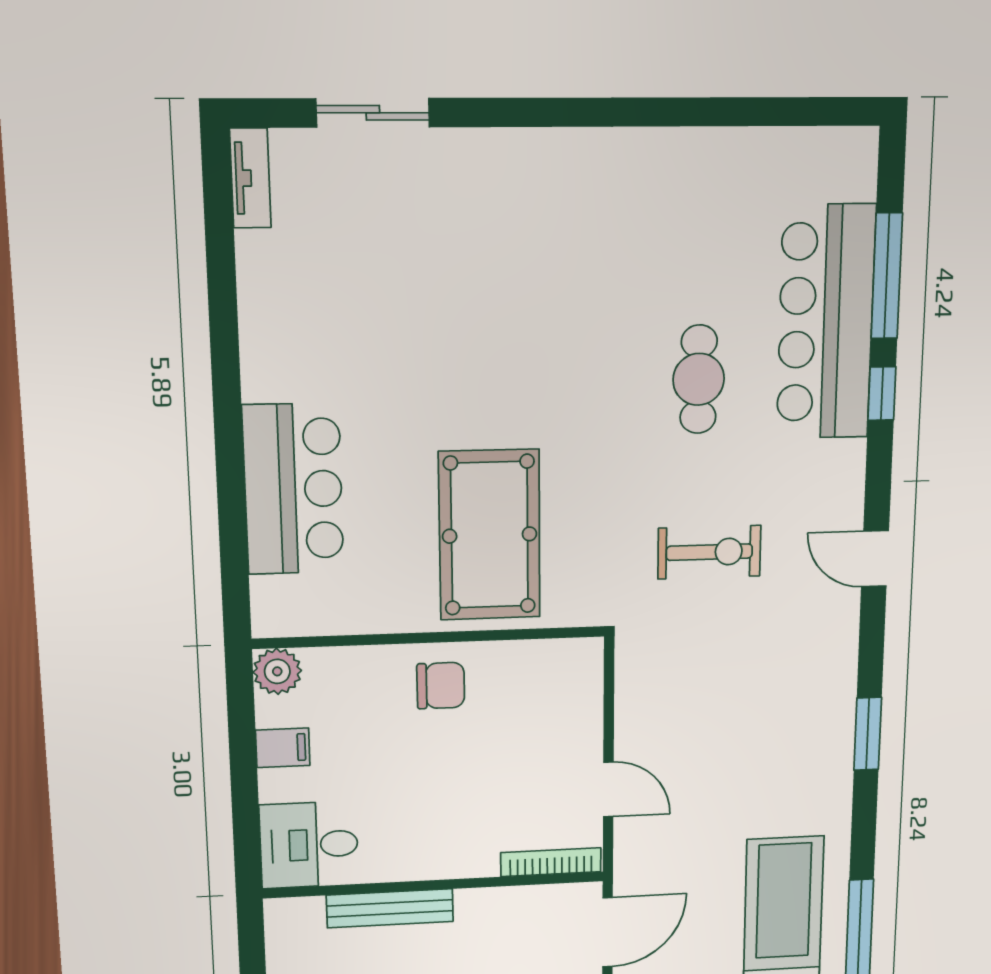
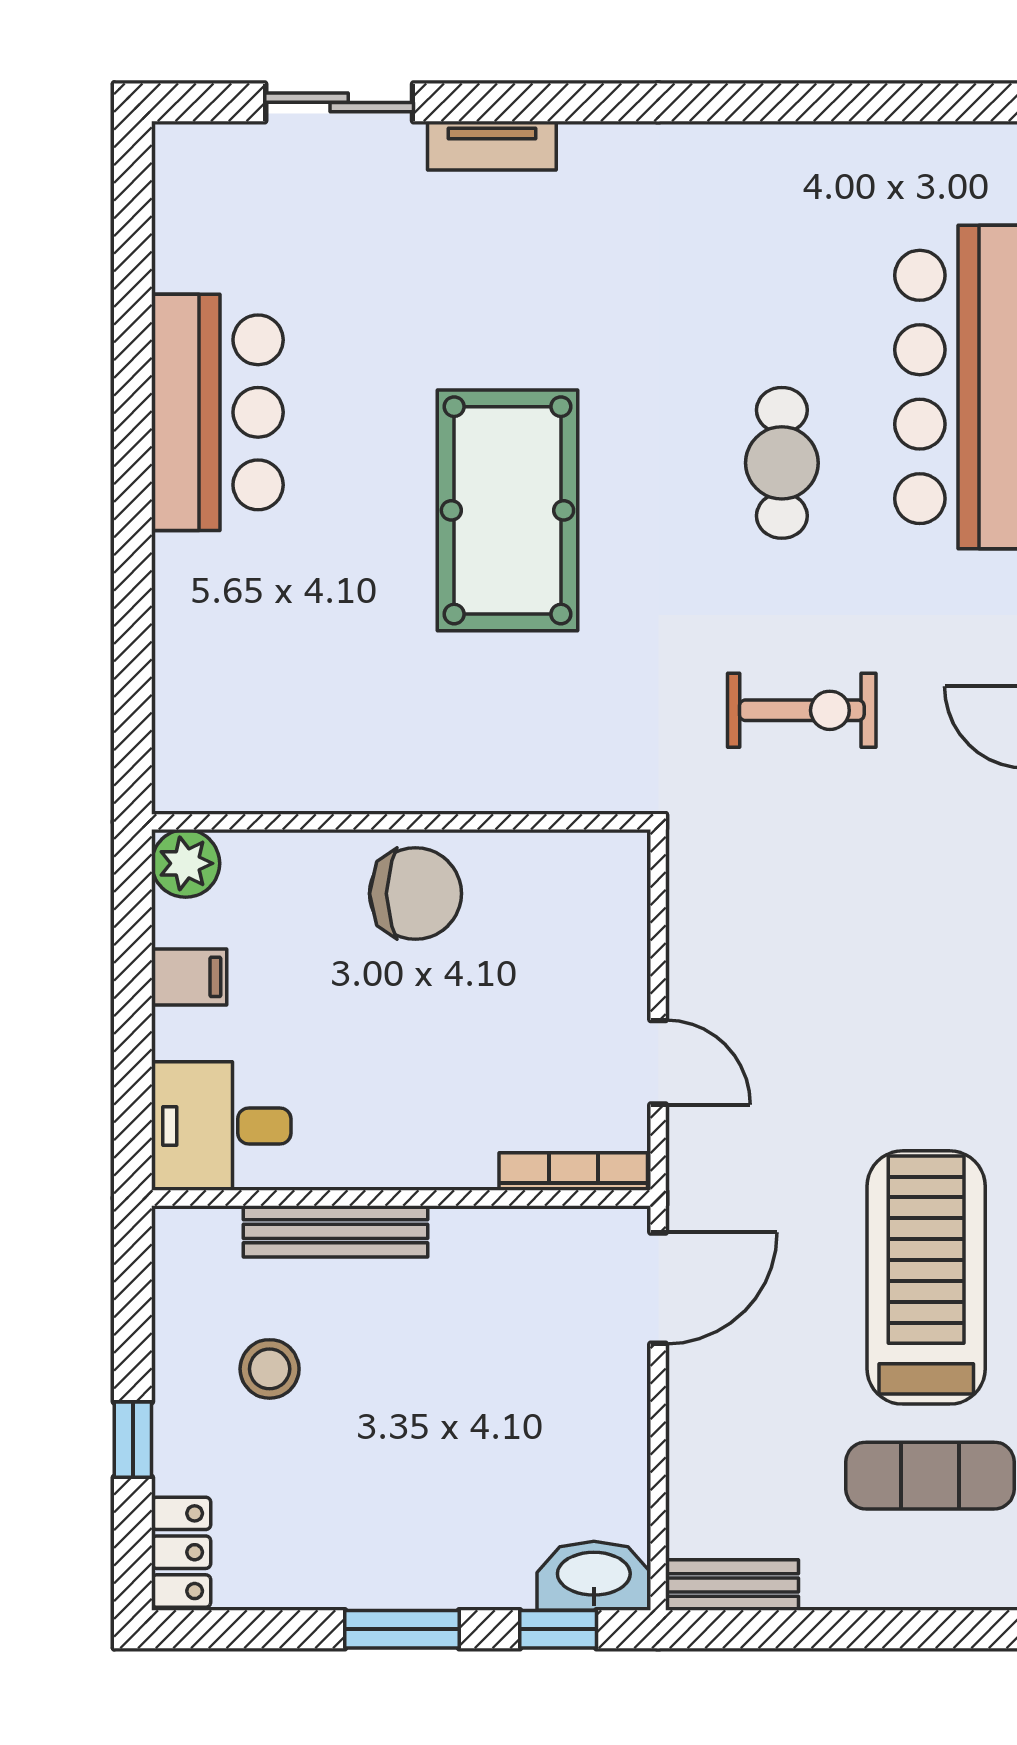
tv unit: (250, 178) -> (492, 146), moved, turned 90
bar counter: (293, 489) -> (217, 412), moved
pool table: (490, 535) -> (507, 510), moved
chair: (441, 686) -> (415, 894), width x1.37, depth x1.37

